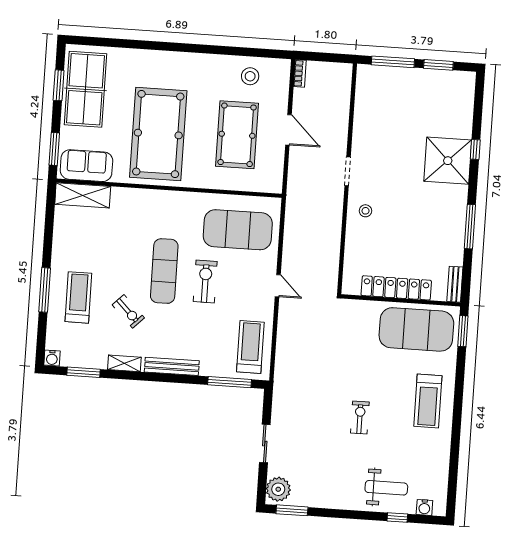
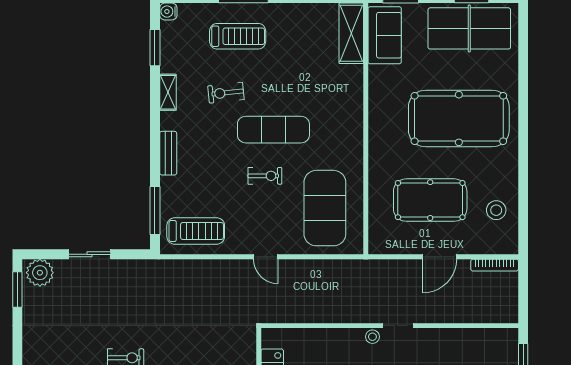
bookcase: (300, 73) -> (495, 265), width x1.56
pool table: (158, 134) -> (459, 119), moved
stool: (365, 211) -> (372, 337), moved
exercise bike: (205, 281) -> (265, 176), width x0.73, depth x0.72
door: (278, 286) -> (266, 257), hinge flipped
exercise bike: (128, 311) -> (226, 93), turned 39
bench: (172, 366) -> (168, 153), width x0.73

